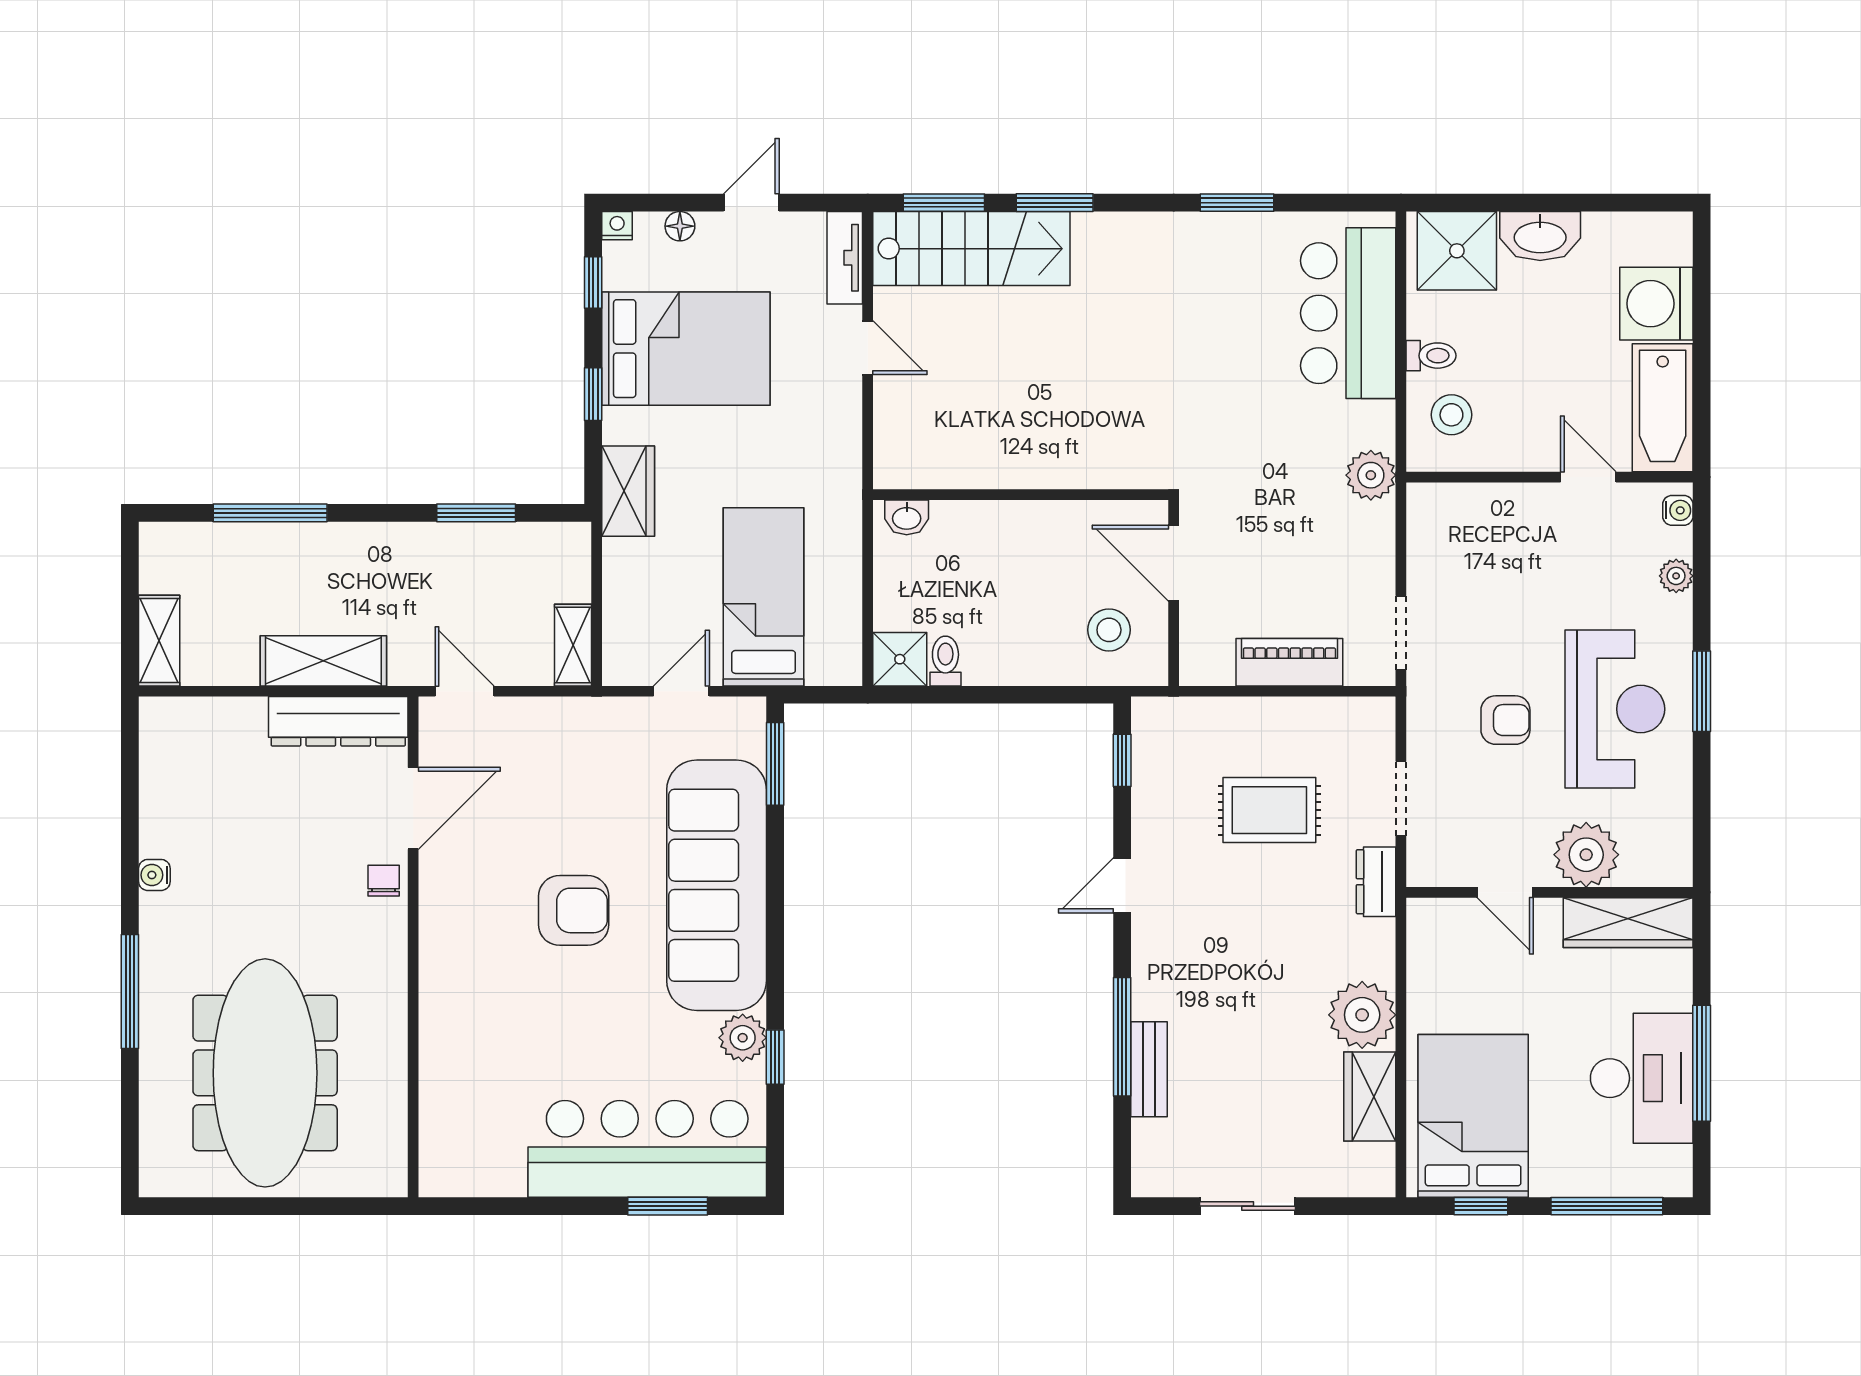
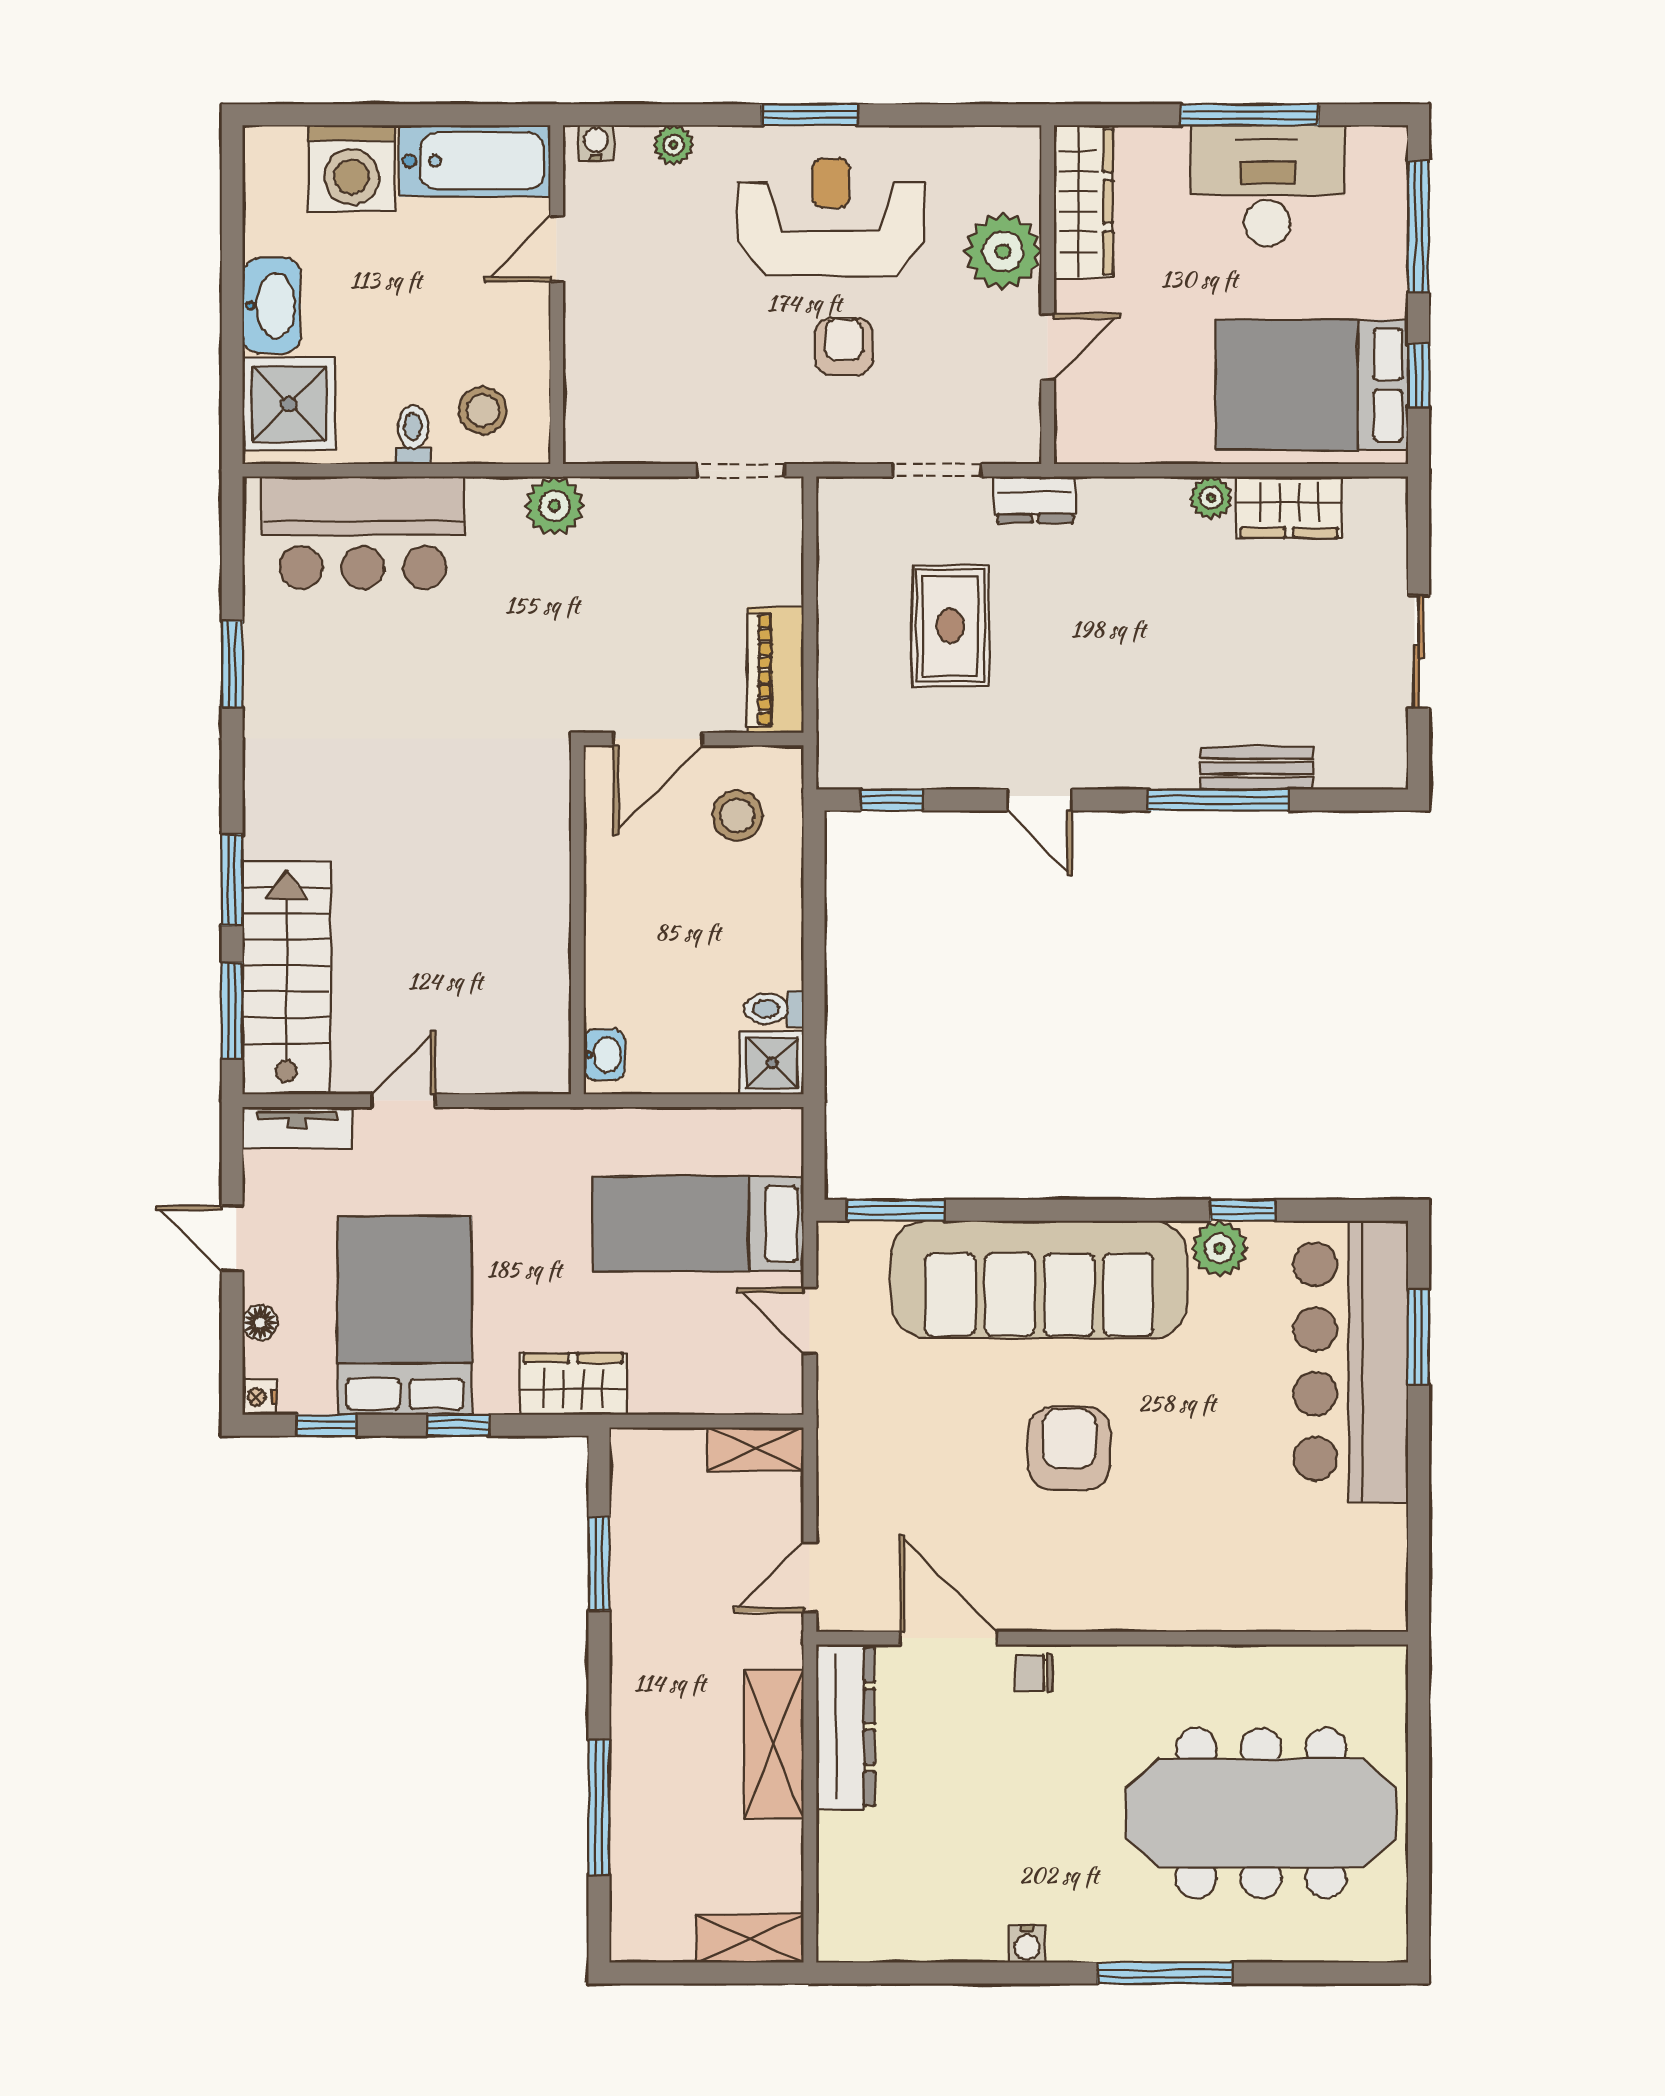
piano: (1289, 662) -> (776, 670), moved
plant: (1362, 1015) -> (1211, 498), width x0.53, depth x0.53

